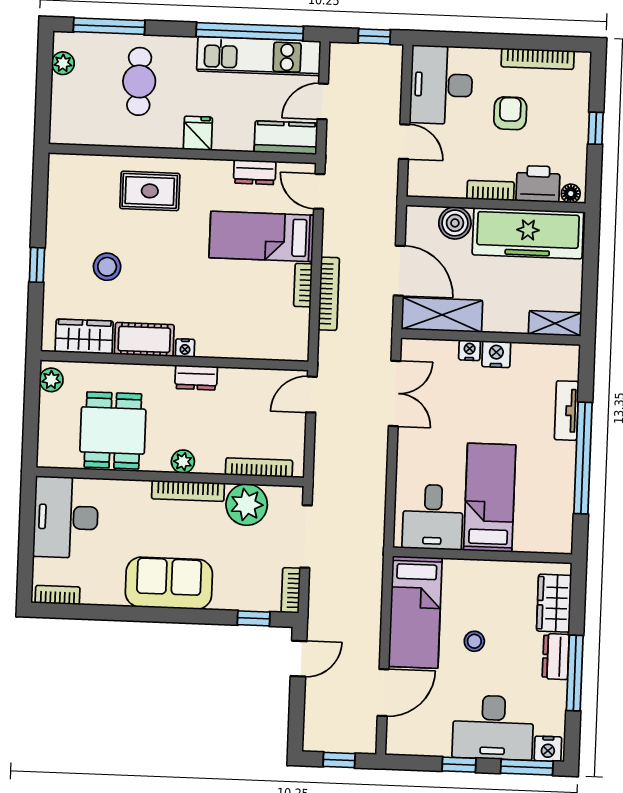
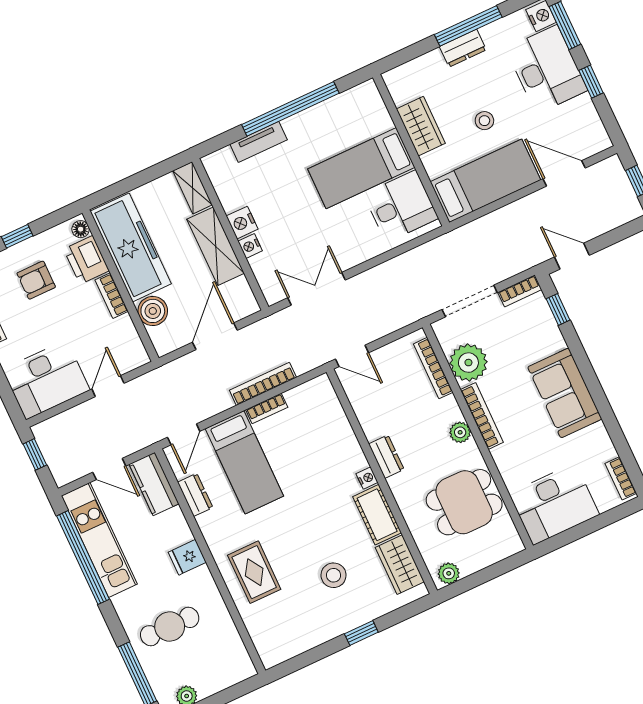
armchair: (510, 113) -> (36, 280), moved
shelving: (442, 315) -> (216, 246), moved
wardrobe: (554, 603) -> (421, 126), moved, turned -90

